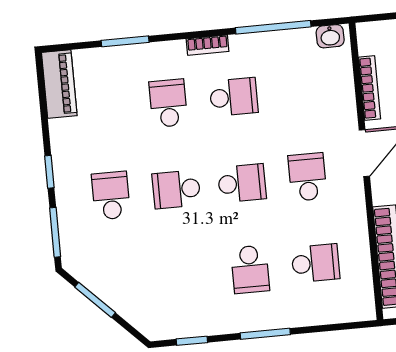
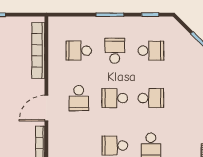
school desk: (111, 196) -> (151, 51), moved, turned -90

